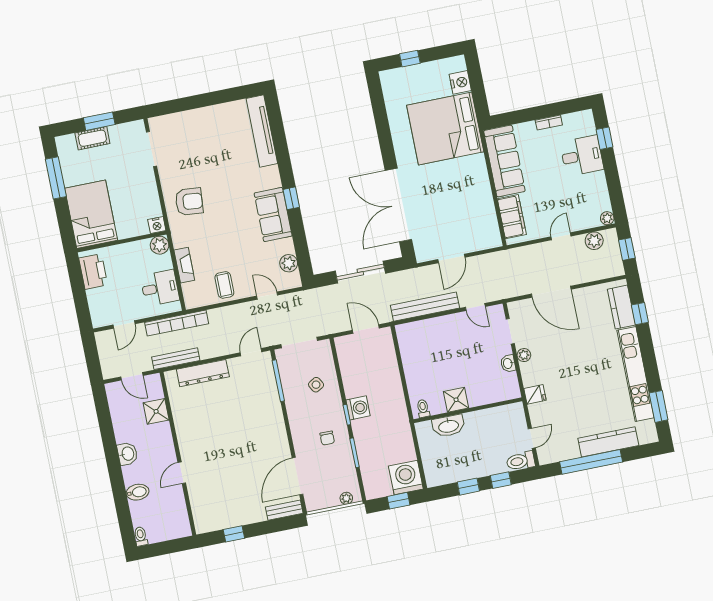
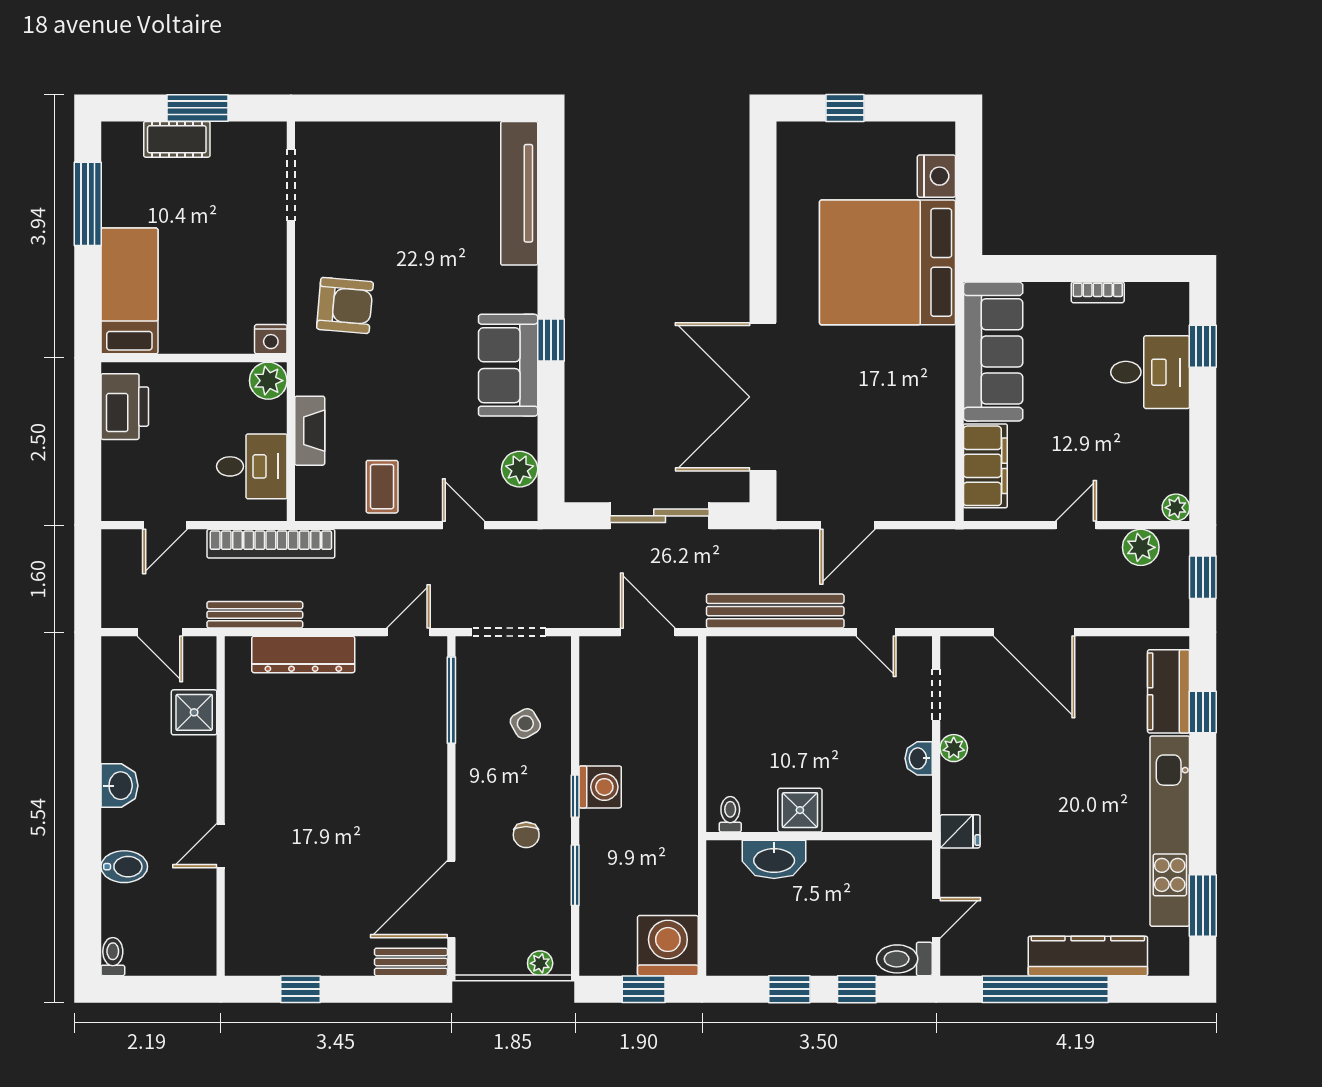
bed: (91, 214) -> (129, 291), width x0.67

